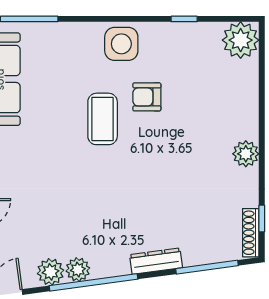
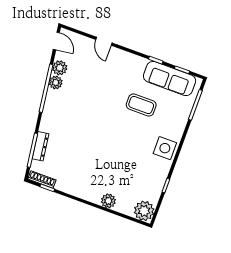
armchair: (147, 97) -> (132, 151), removed
coffee table: (103, 119) -> (141, 105), moved
plant: (246, 154) -> (108, 201), moved
dresser: (156, 261) -> (40, 146), moved

